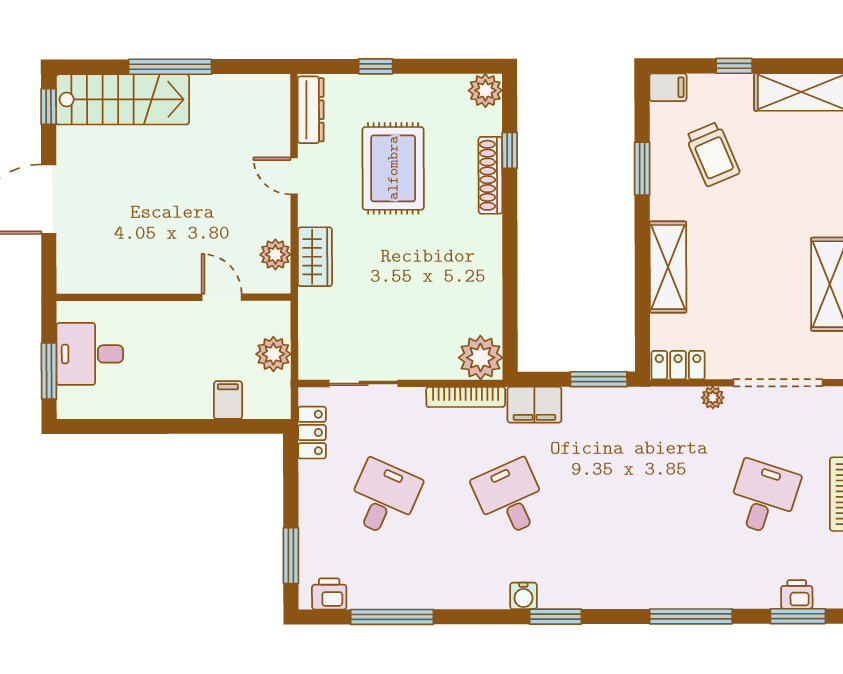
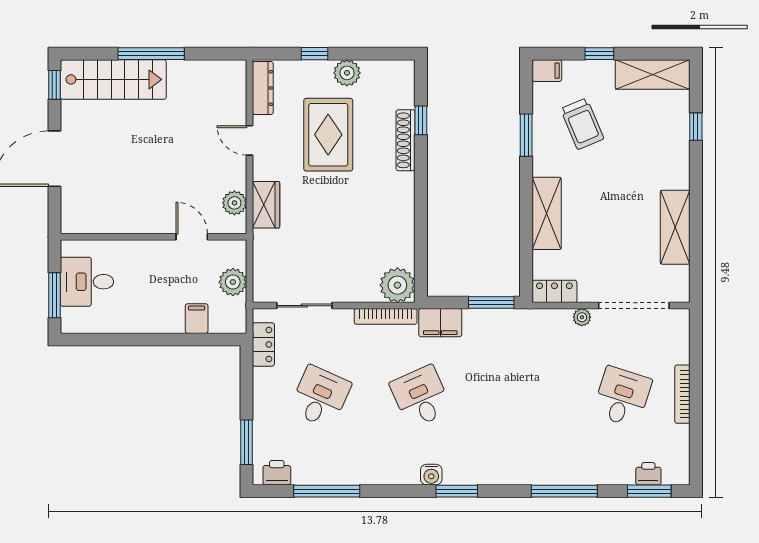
plant: (485, 90) -> (347, 73), moved

